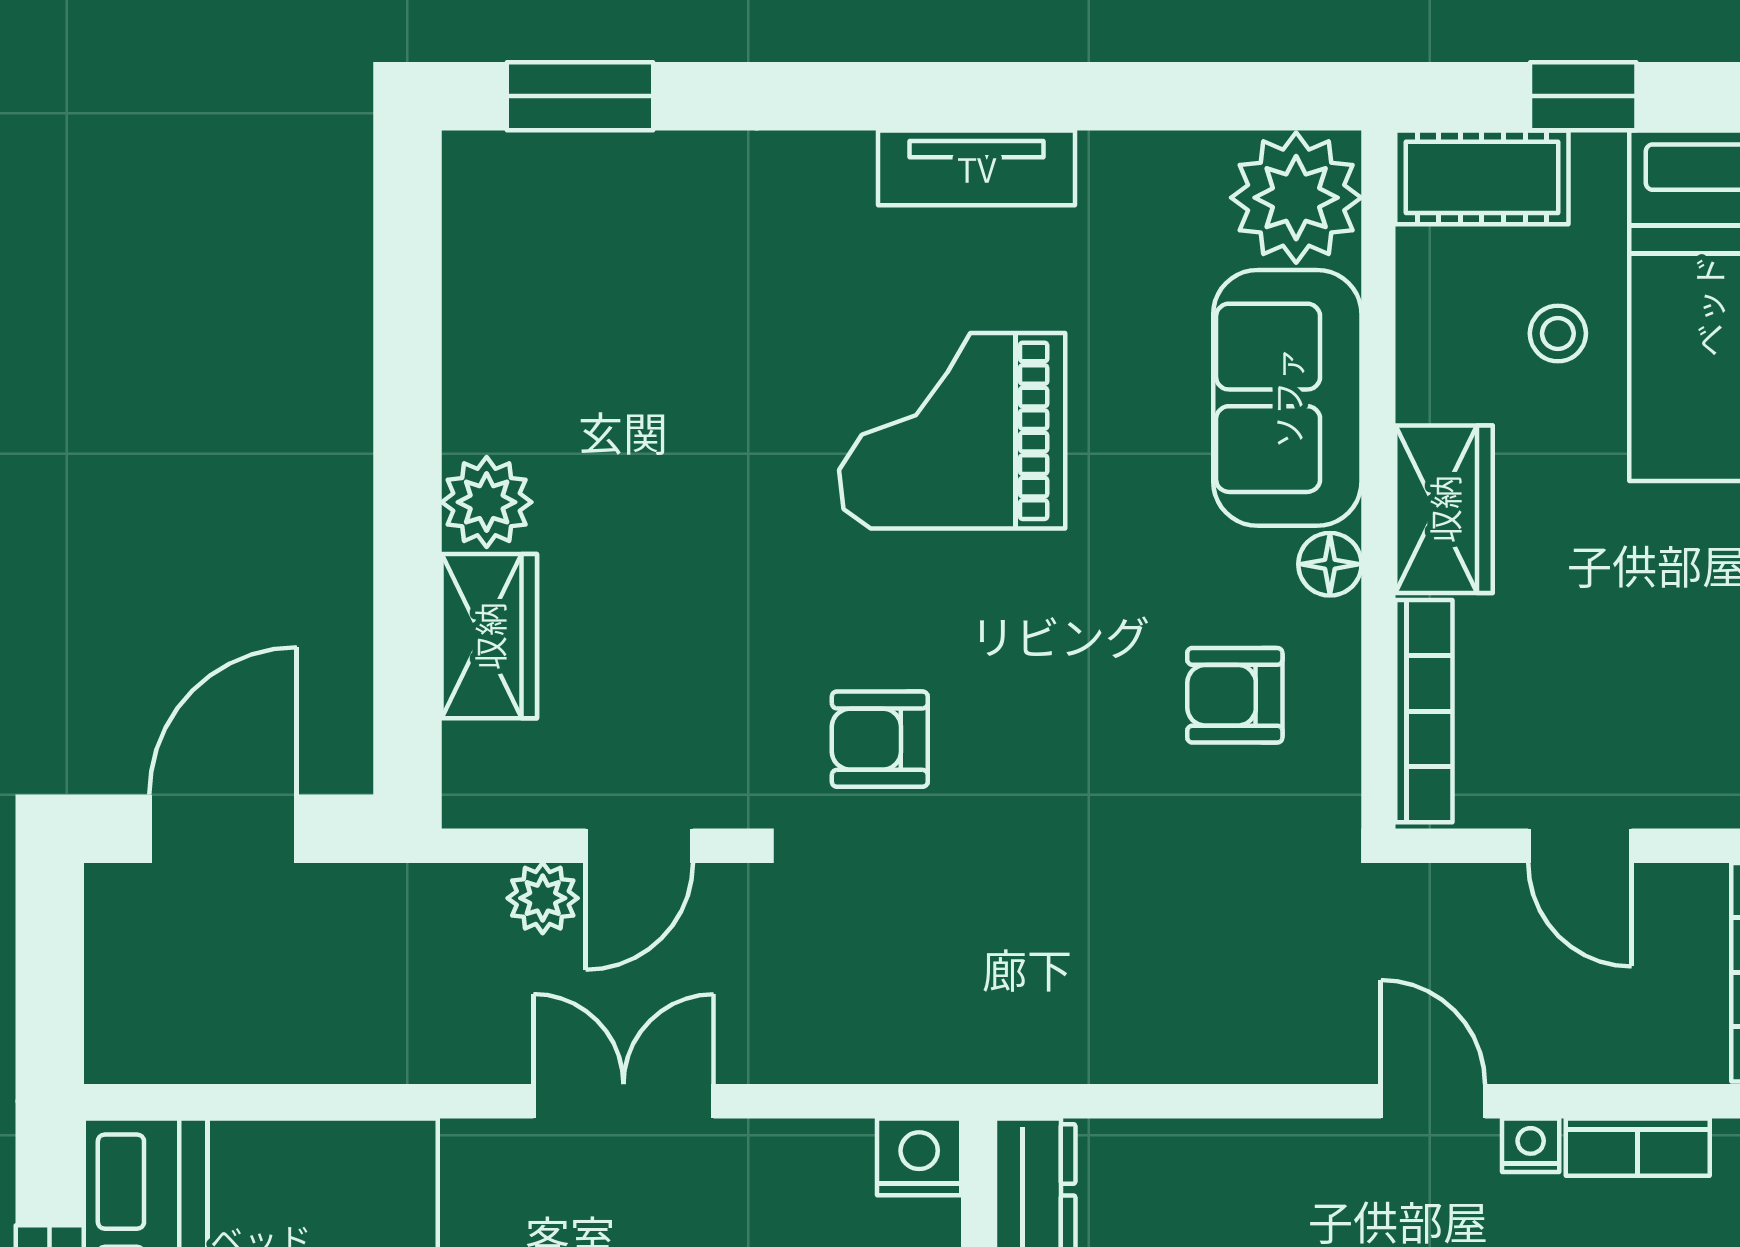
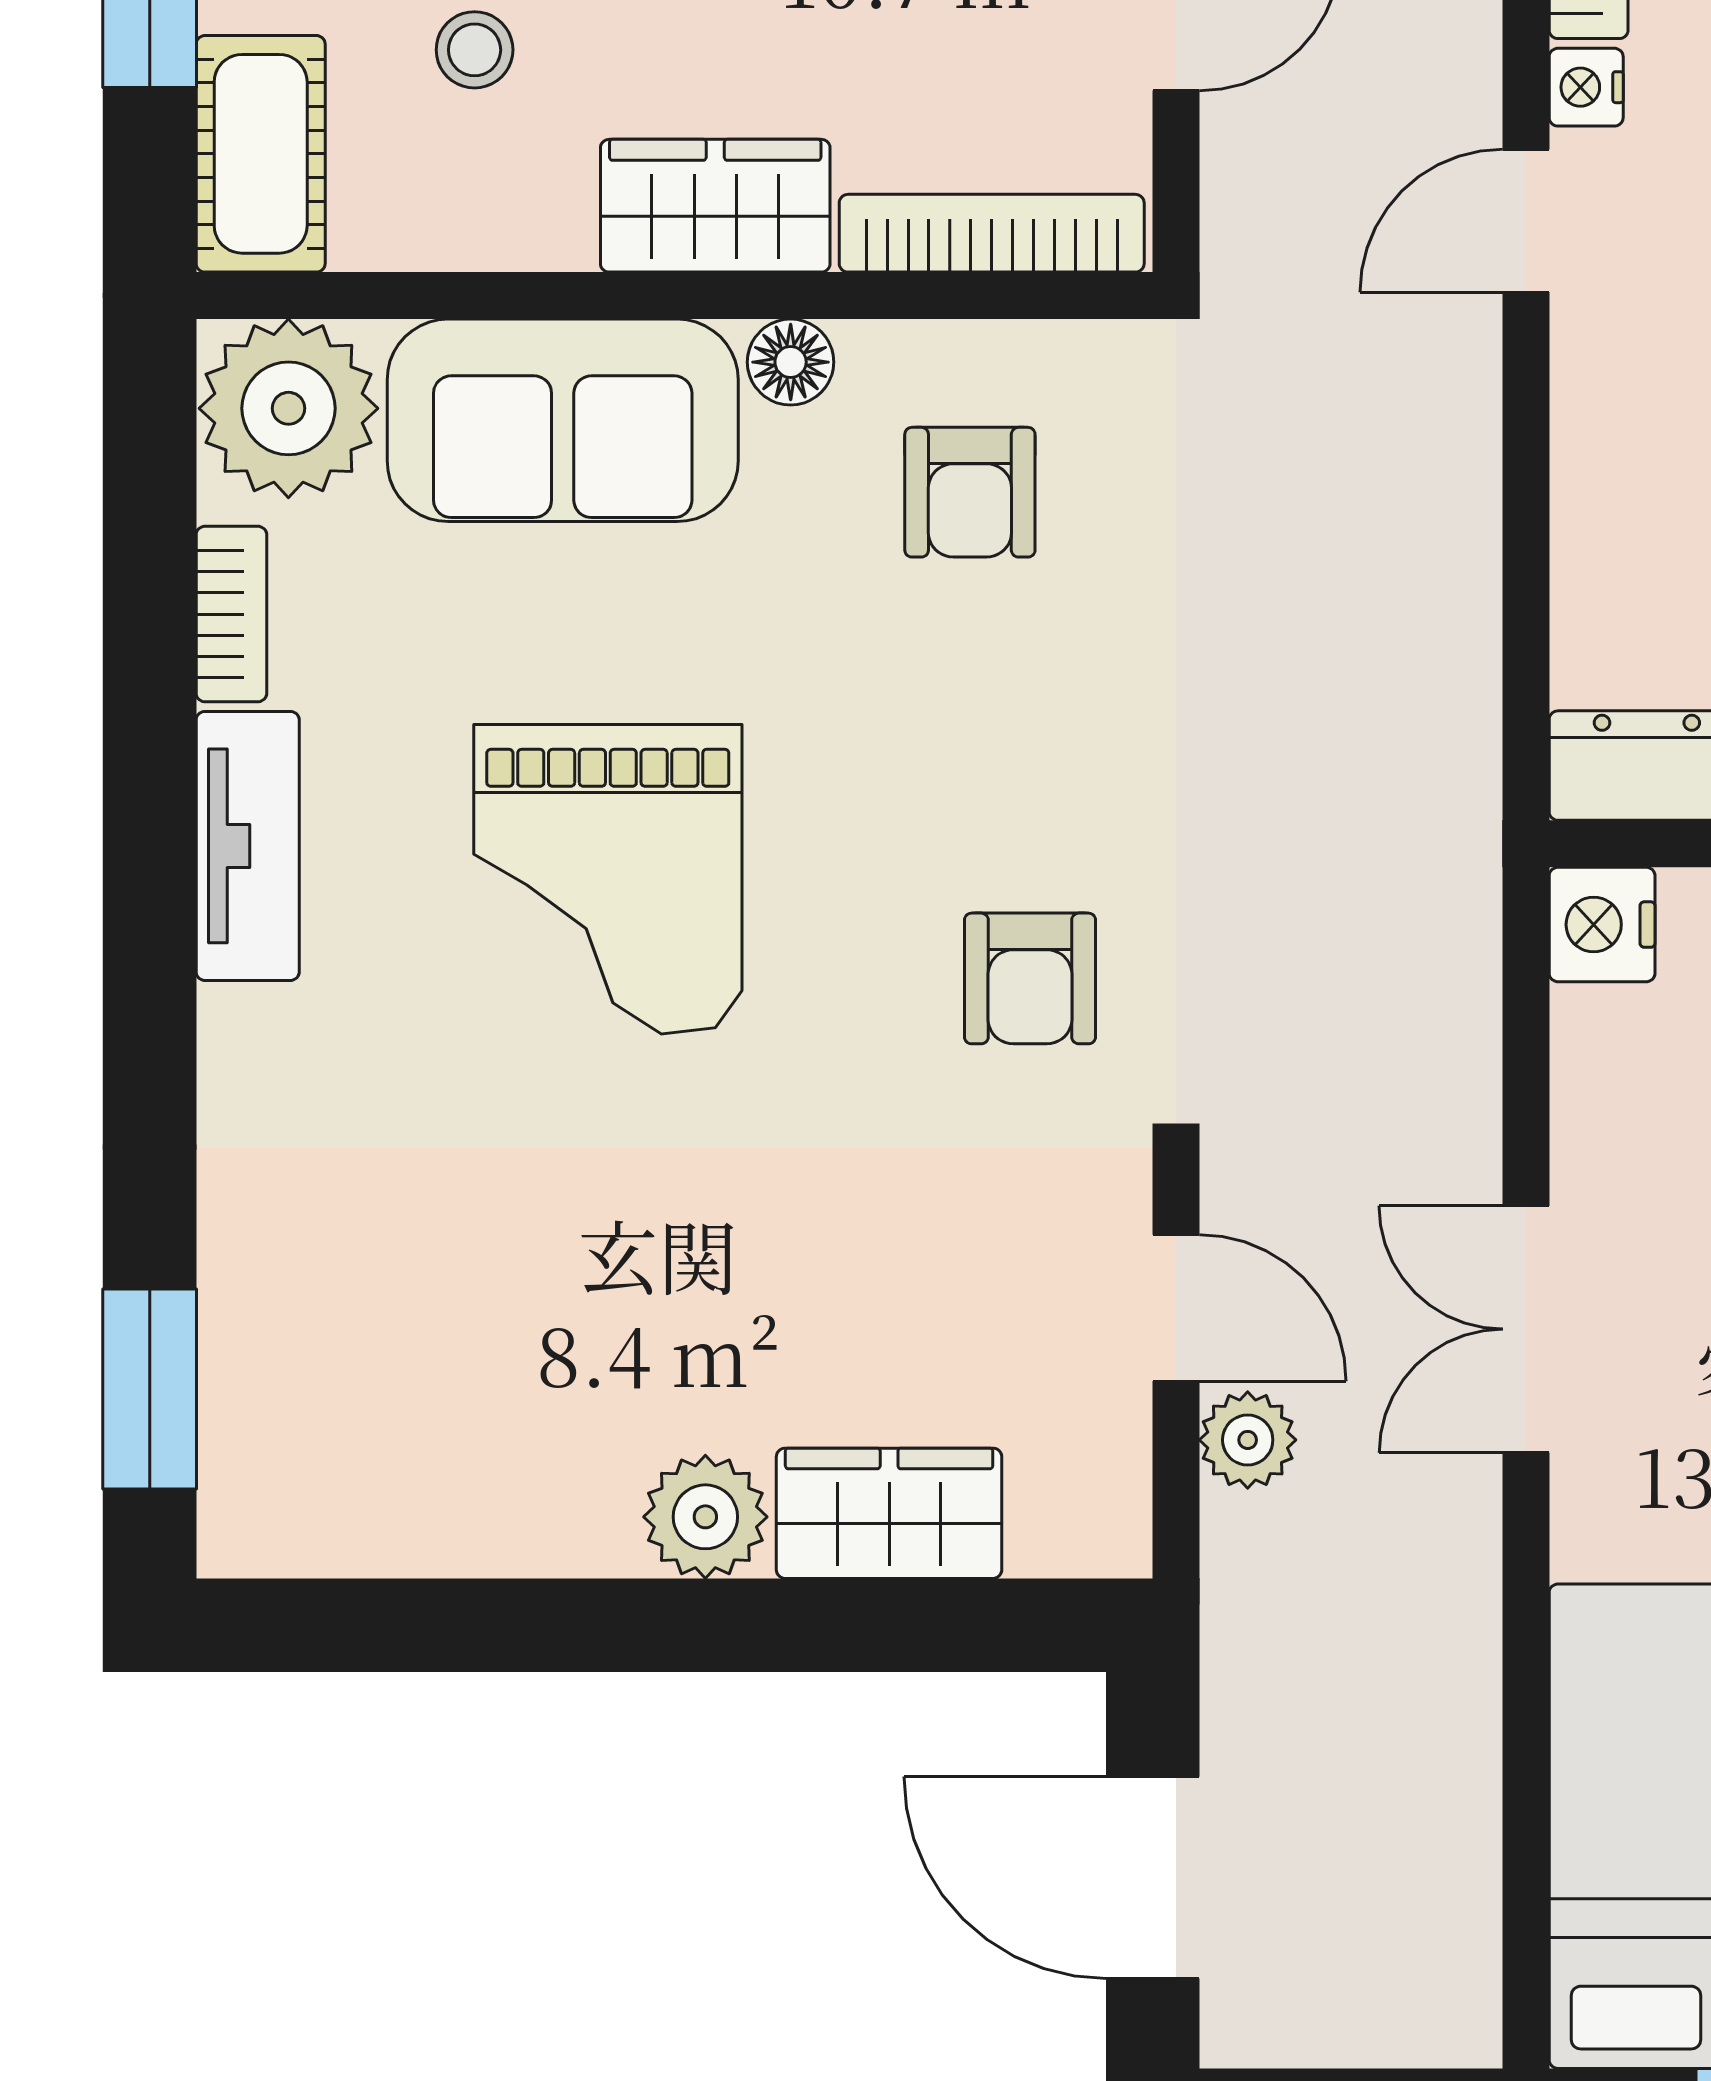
bookcase: (1146, 156) -> (231, 614), added

